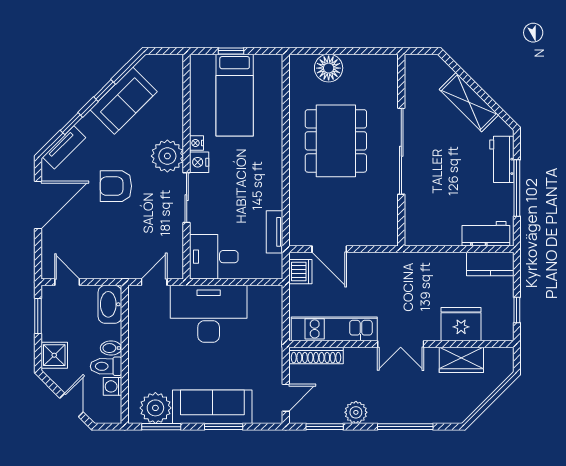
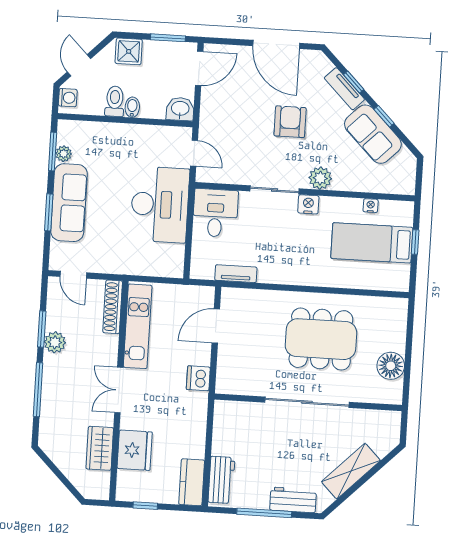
floor lamp: (329, 68) -> (391, 366), moved
nightstand: (197, 143) -> (371, 206), moved
tv unit: (64, 147) -> (344, 89), moved
plant: (167, 156) -> (320, 178), width x0.73, depth x0.73
dishwasher: (300, 272) -> (198, 378), moved, turned 90
door: (67, 282) -> (199, 68), width x1.38
washbasin: (110, 304) -> (180, 109), width x0.72
washing machine: (113, 386) -> (68, 98), moved, turned 90
door: (72, 405) -> (79, 65), swing flipped
plant: (155, 408) -> (64, 154), width x0.53, depth x0.53
window: (325, 427) -> (42, 329), moved

